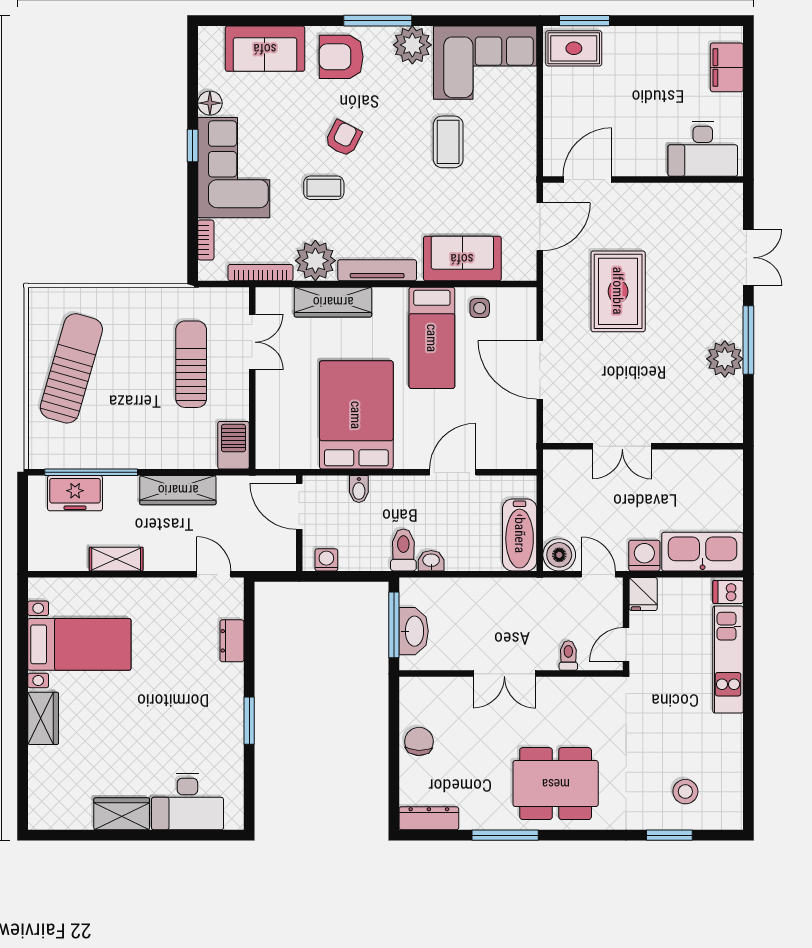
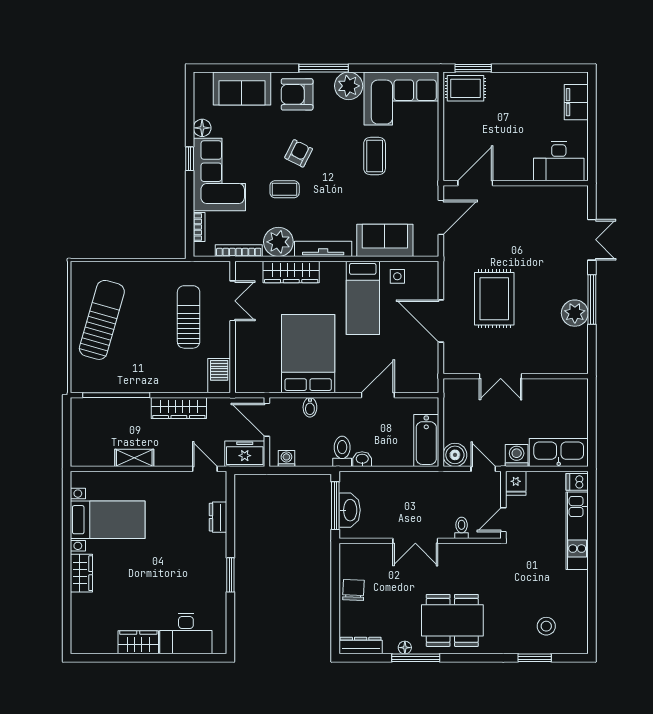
rug: (618, 291) -> (494, 299), moved
freezer: (75, 493) -> (245, 454), moved, turned 180
floor lamp: (490, 821) -> (405, 648), added

